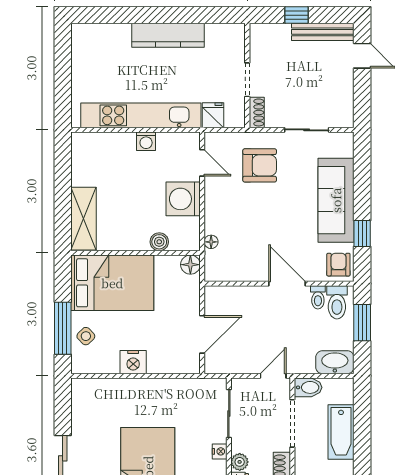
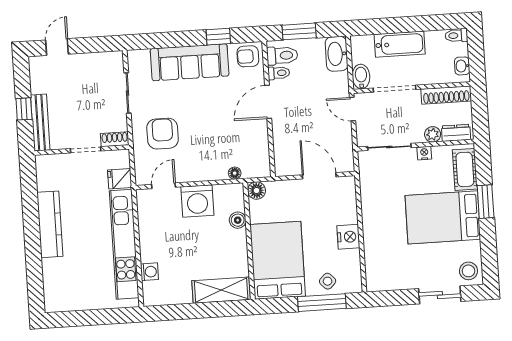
bench: (323, 32) -> (40, 123), moved
washing machine: (146, 141) -> (149, 272), moved

